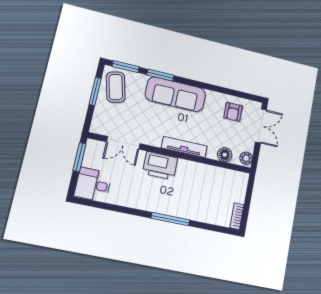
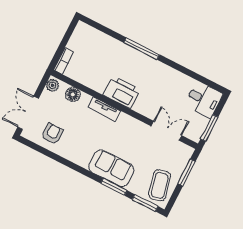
window: (95, 91) -> (187, 172), moved
sofa: (176, 94) -> (111, 168), width x0.73
tv unit: (184, 147) -> (104, 109), width x0.71
printer: (160, 166) -> (122, 92), moved
bookcase: (237, 216) -> (64, 61), moved

